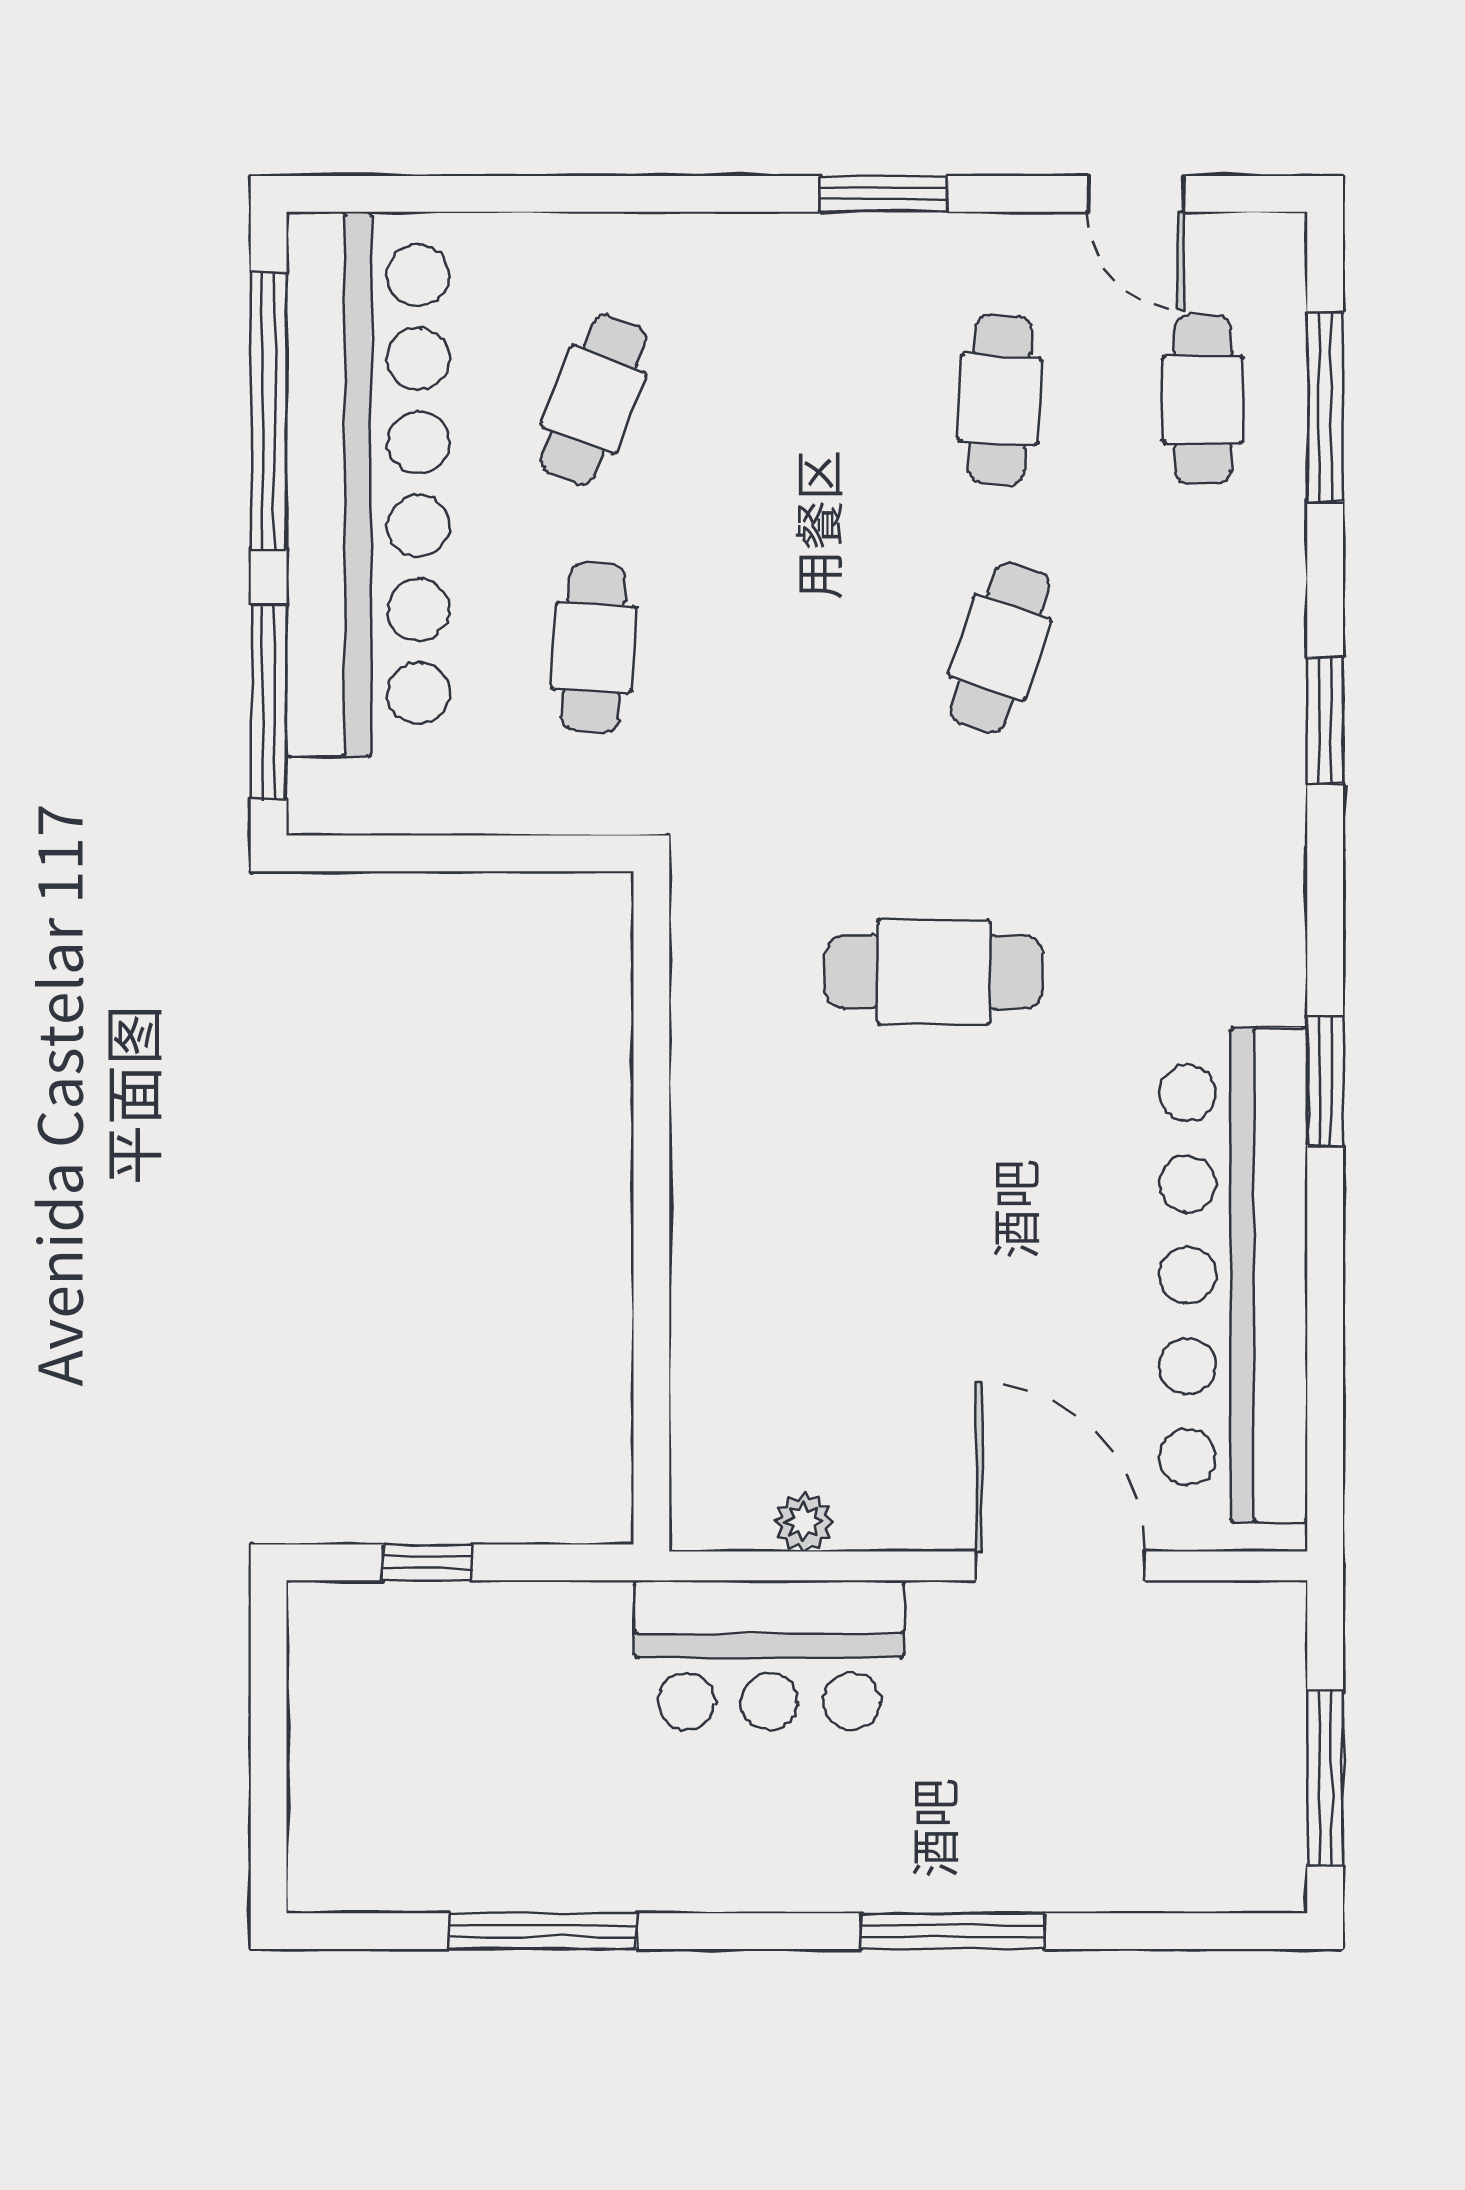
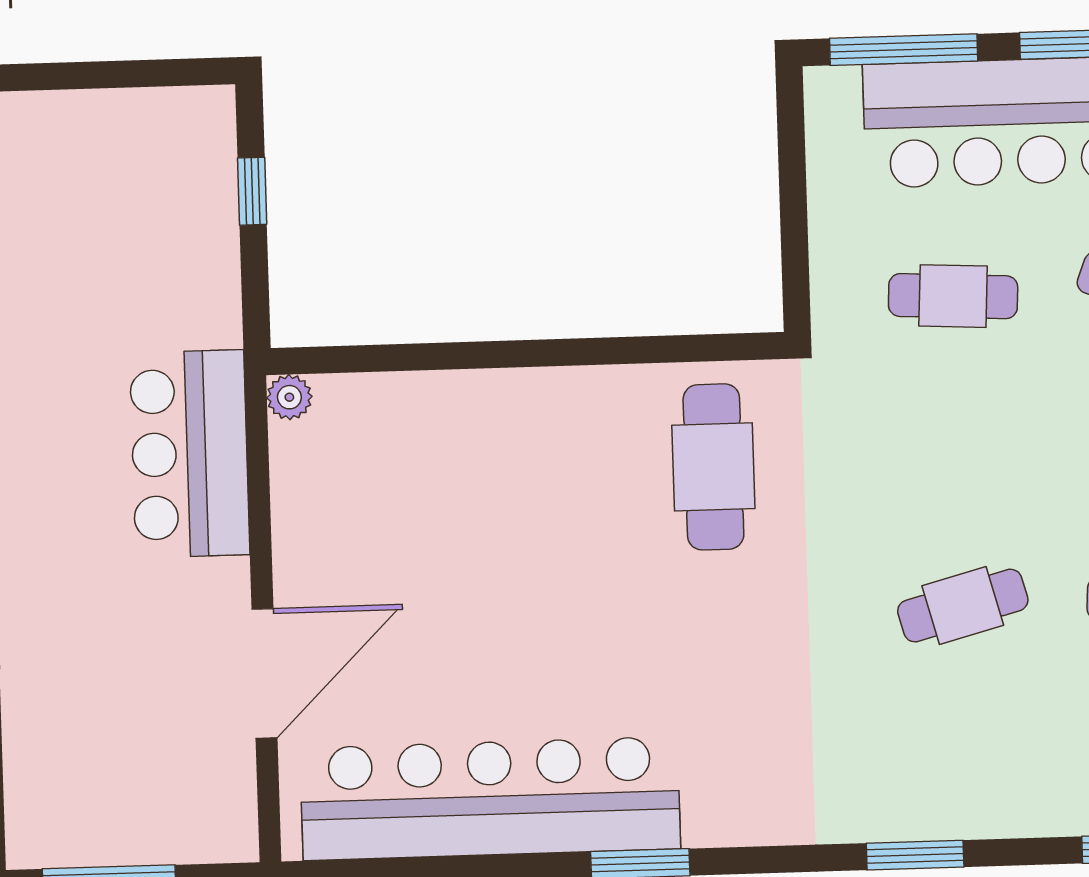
cafe table: (1000, 648) -> (963, 606), turned -33
cafe table: (934, 972) -> (713, 467), moved
plant: (804, 1522) -> (289, 397), moved

